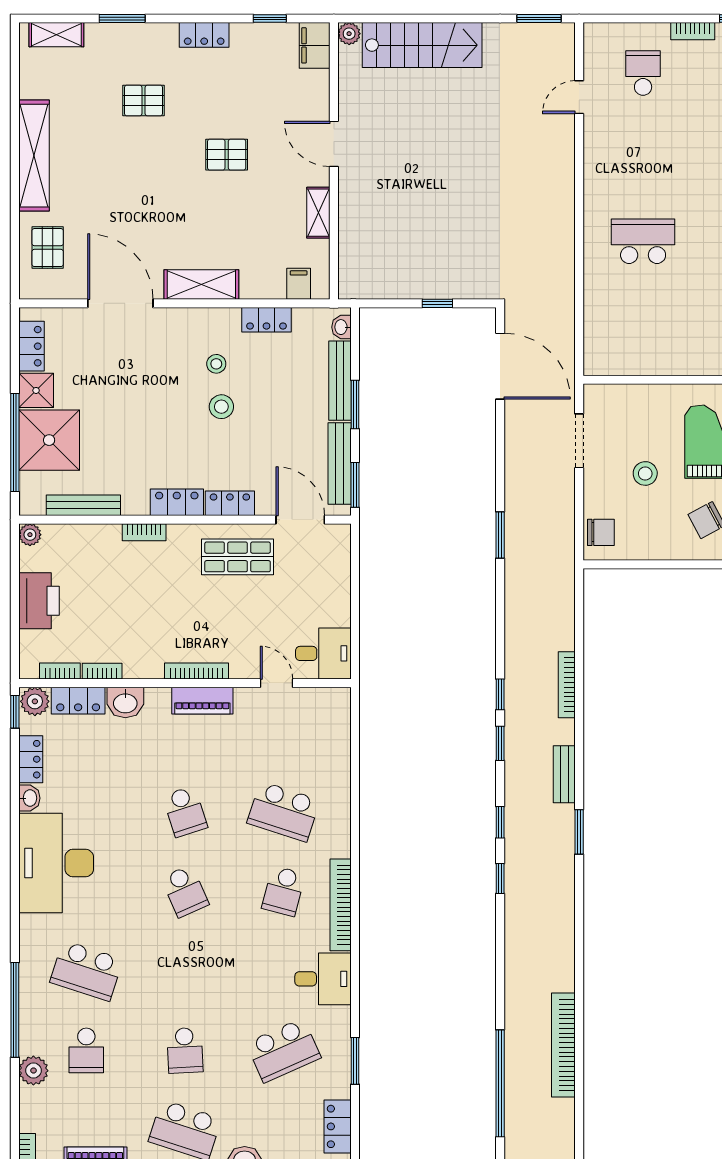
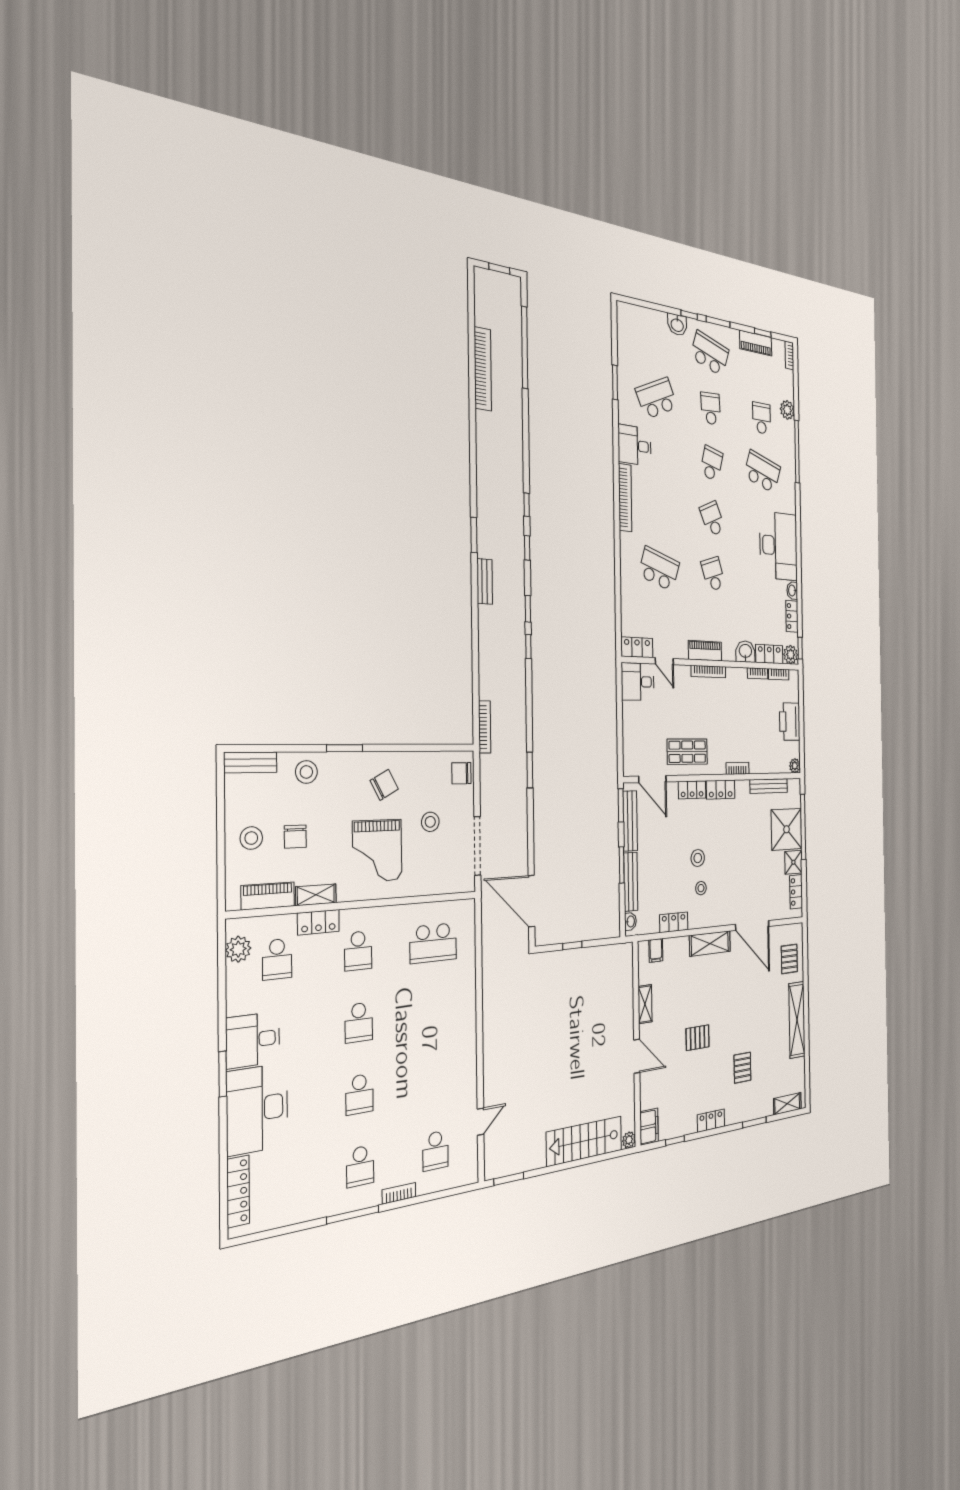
pallet: (144, 101) -> (742, 1068), turned 90
school desk: (643, 241) -> (433, 943), moved
doorway: (579, 441) -> (477, 846), width x1.36
bookcase: (567, 685) -> (485, 727), moved
school desk: (284, 891) -> (711, 464), moved
locker: (338, 1126) -> (637, 647), moved, turned -90

